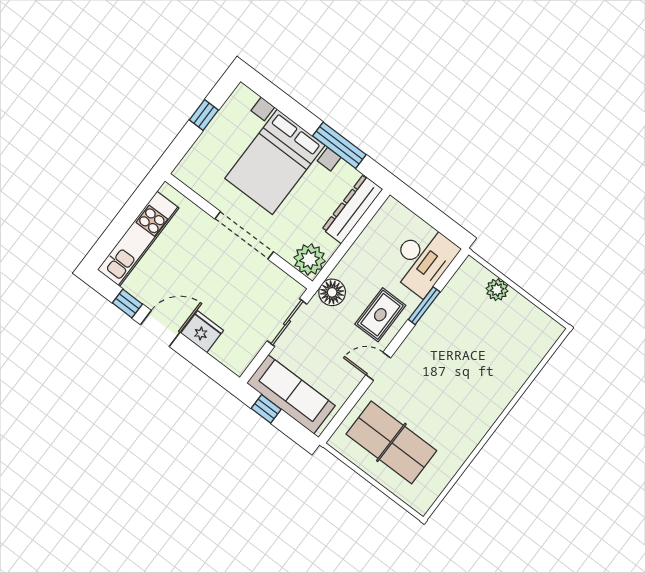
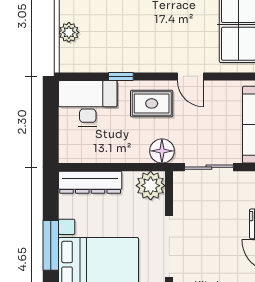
window: (339, 145) -> (51, 245), moved
window: (424, 306) -> (121, 76), width x0.67

